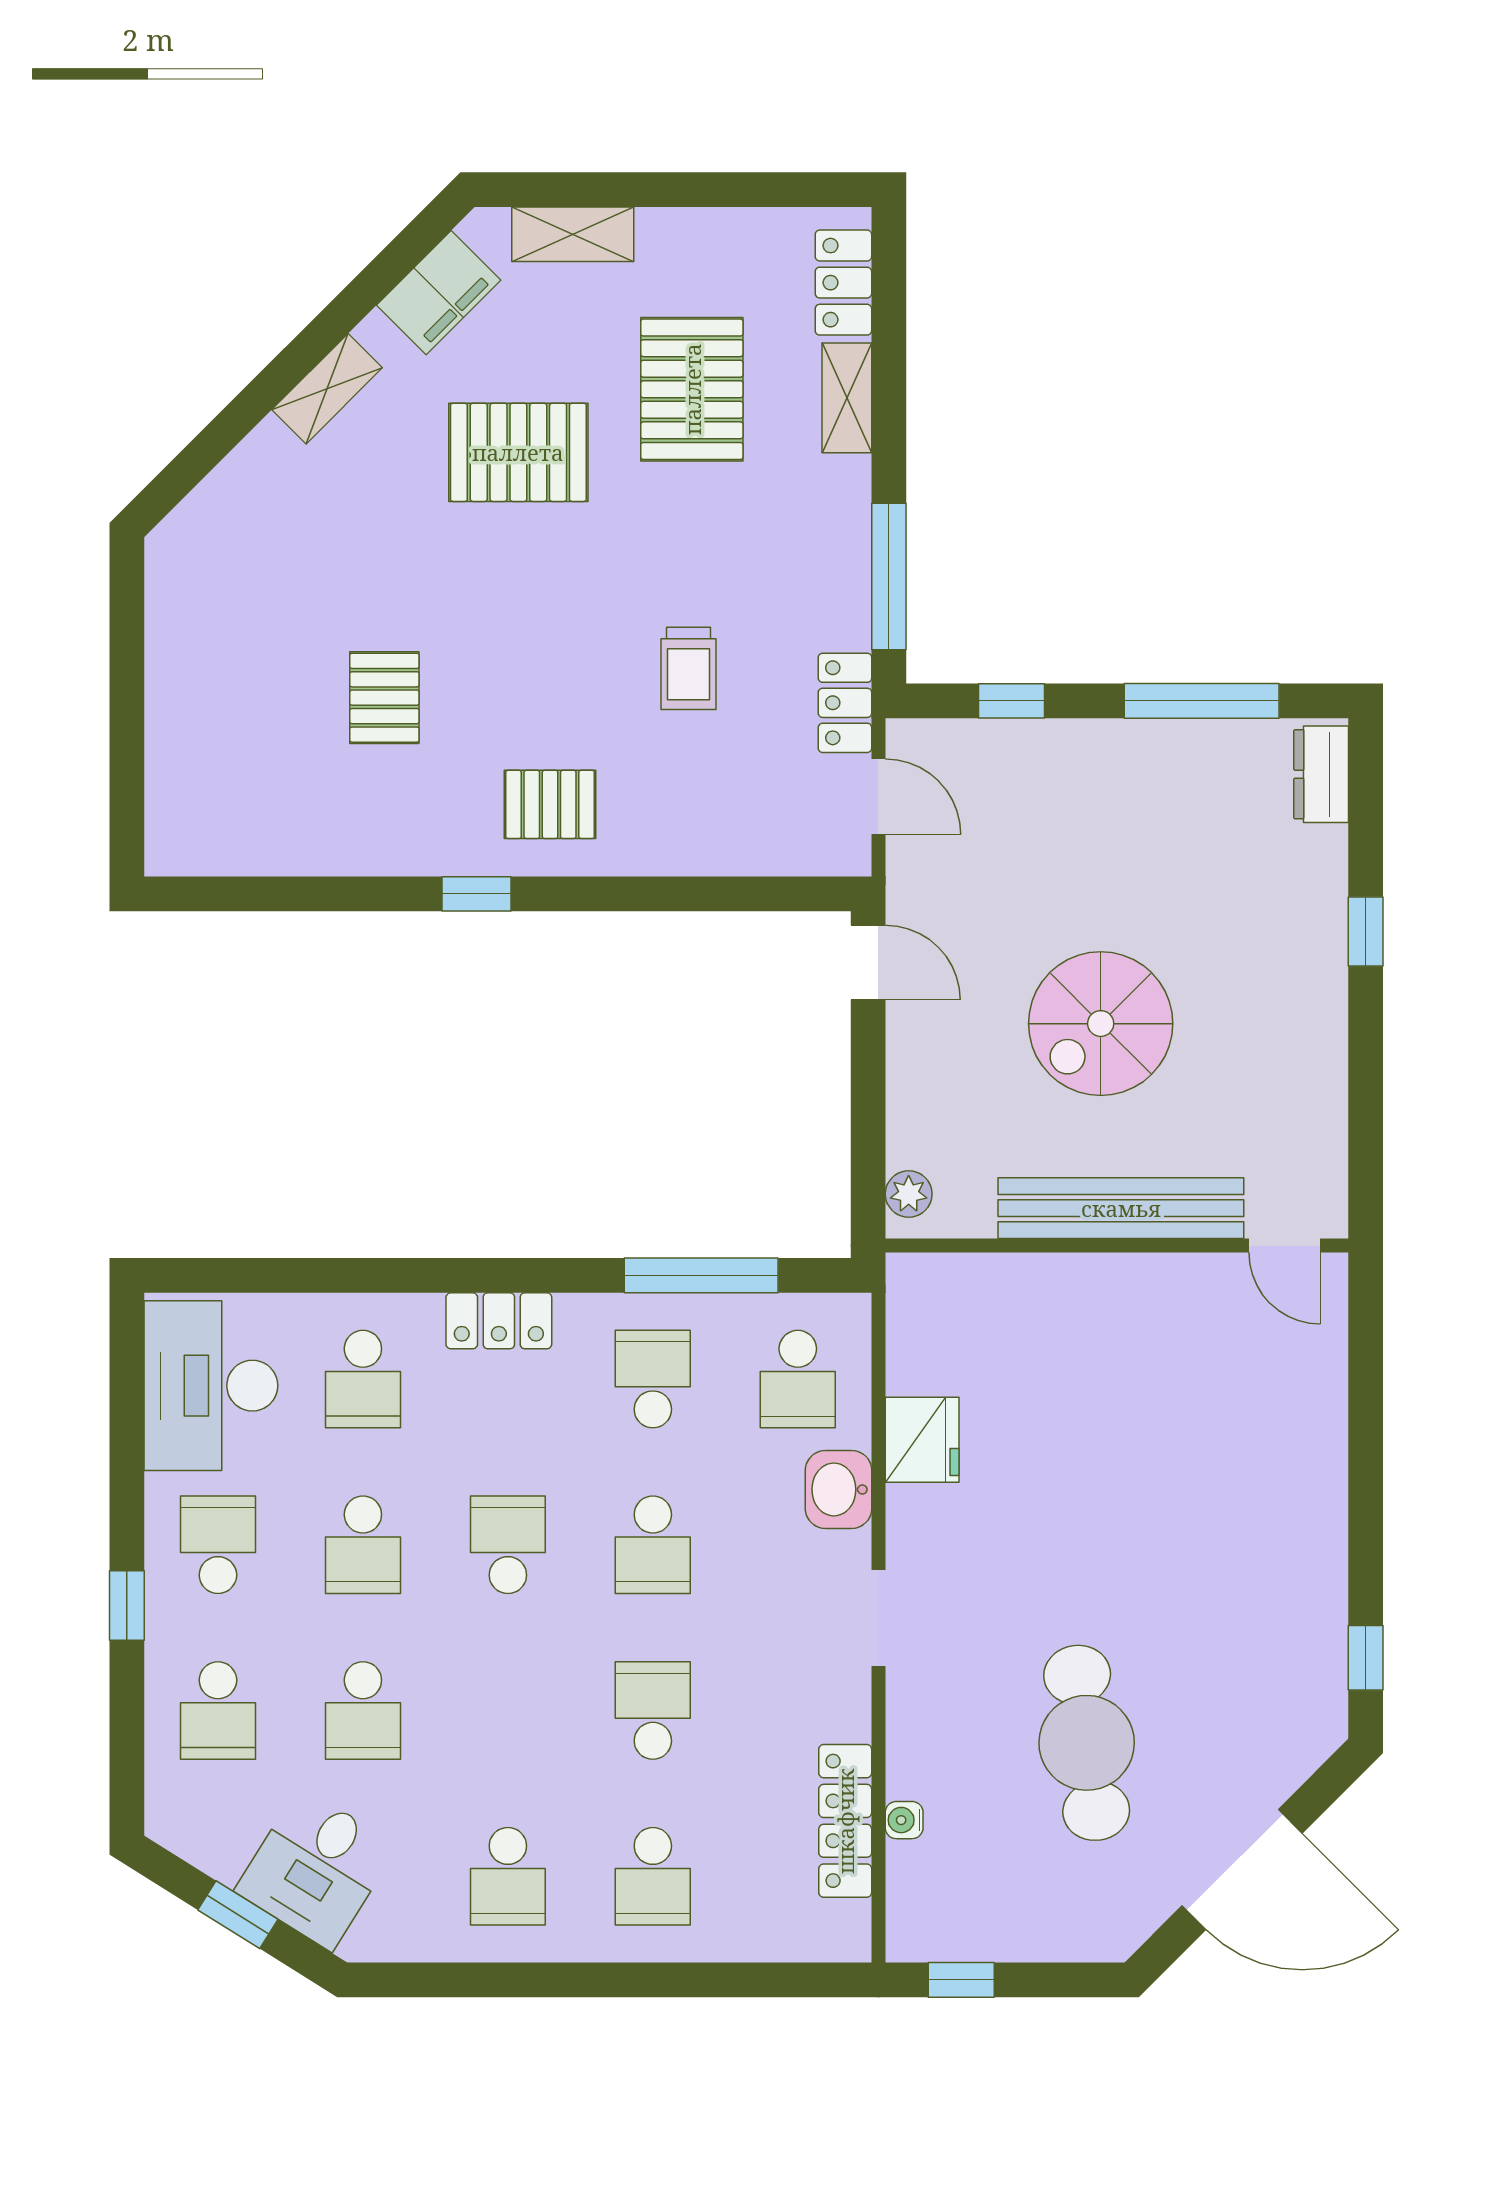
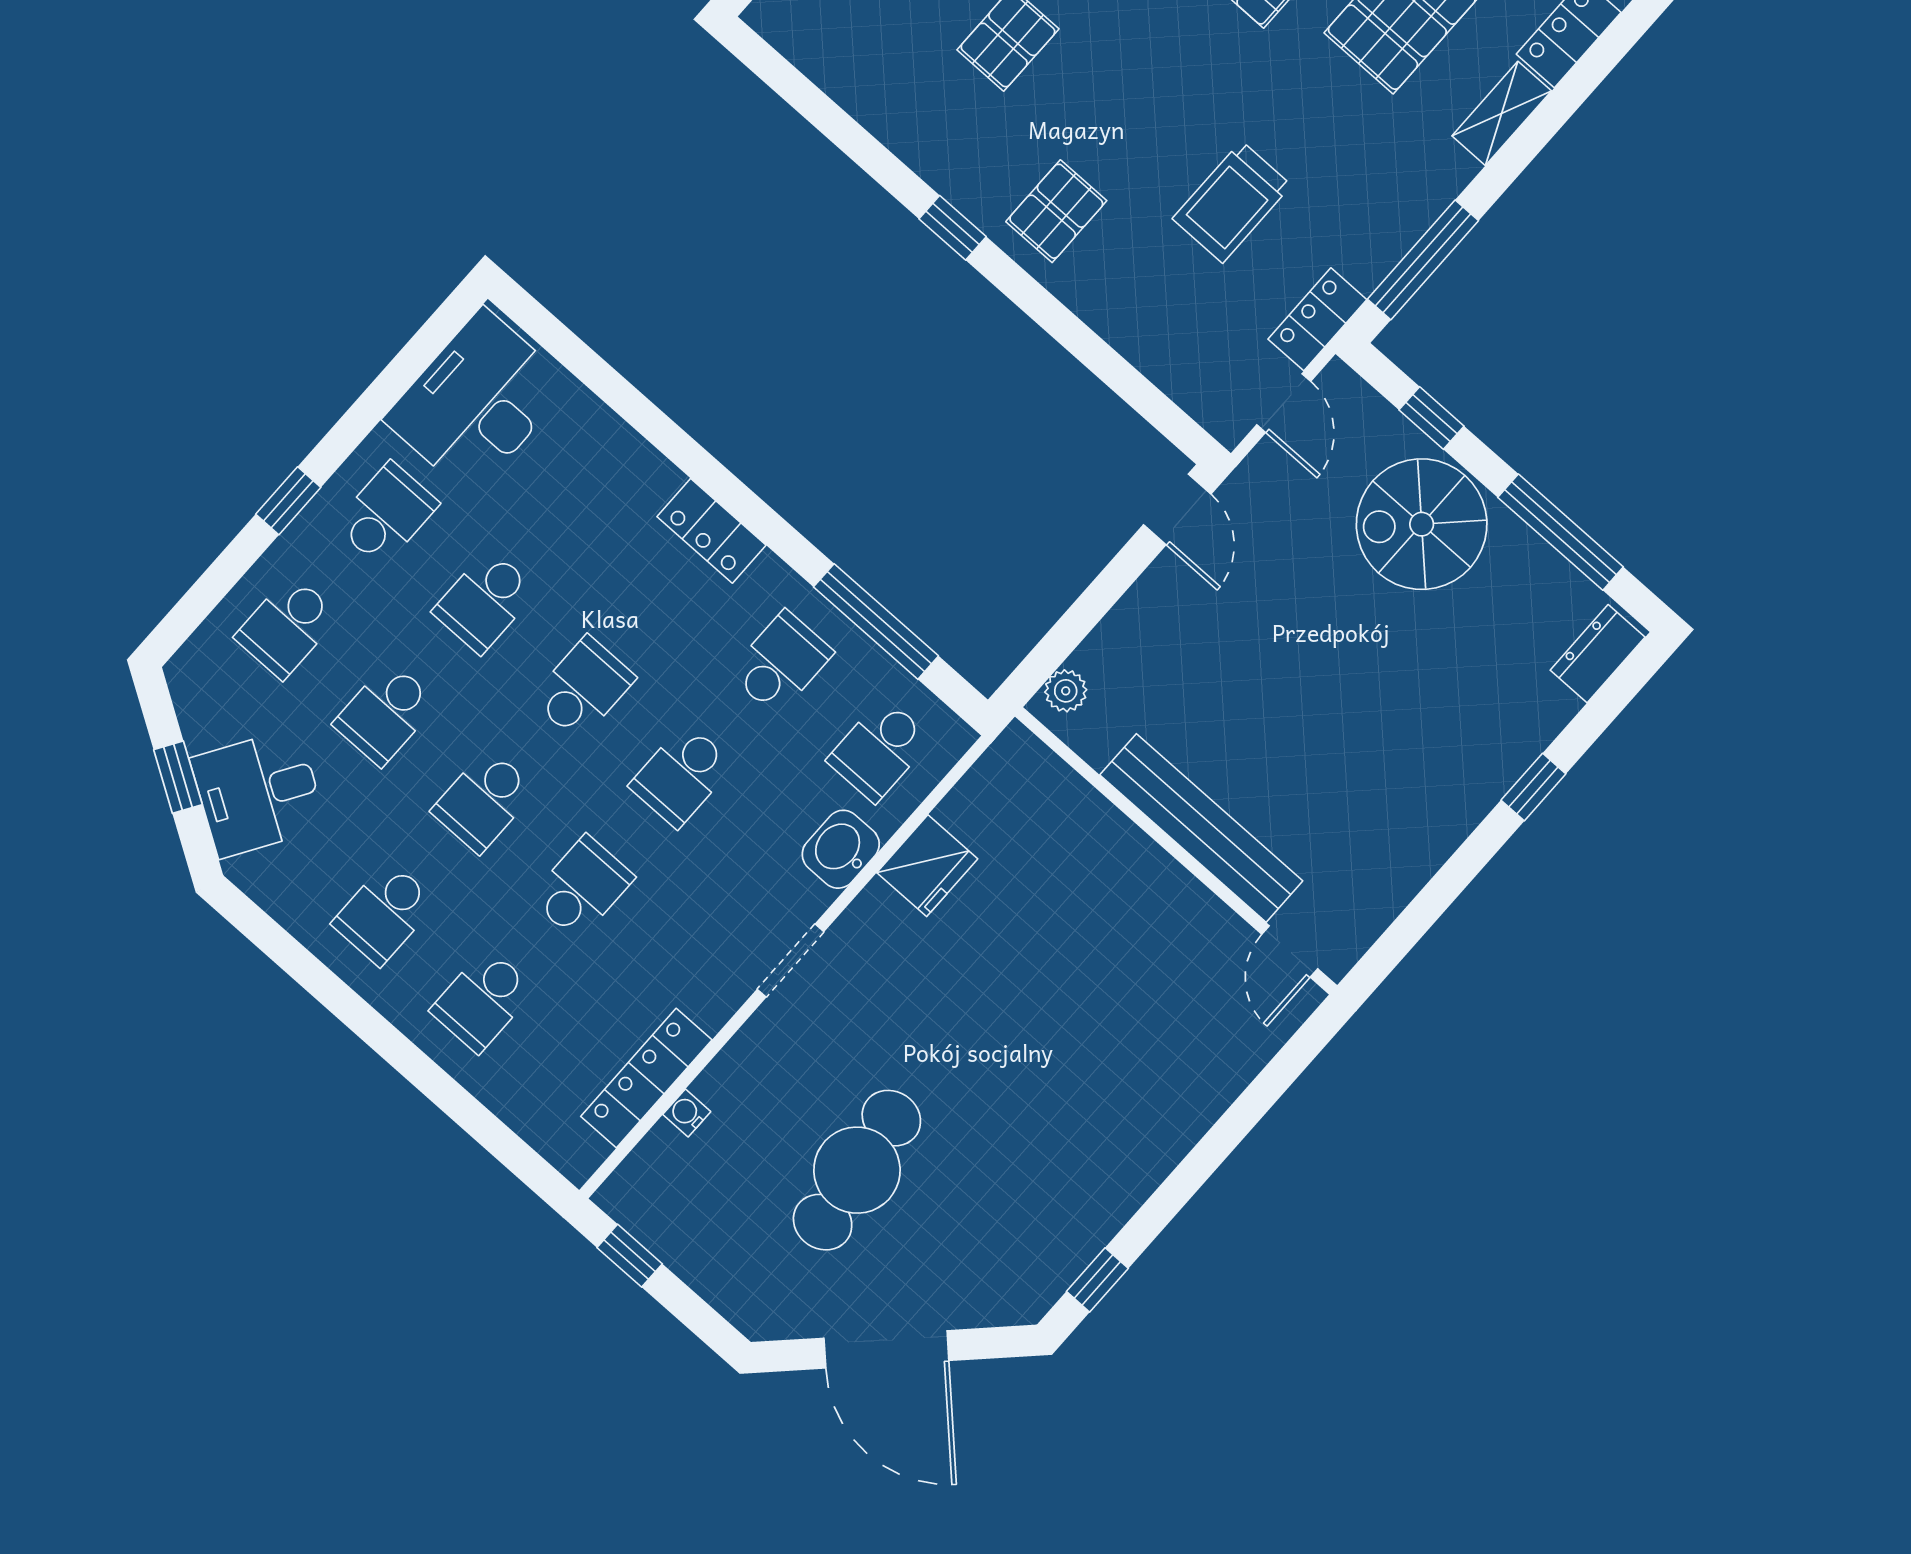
trolley: (689, 668) -> (1232, 202), width x1.36, depth x1.39
pallet: (550, 804) -> (1056, 211), turned 90
spiral stairs: (1101, 1024) -> (1422, 524), moved
school desk: (363, 1379) -> (484, 801), moved

